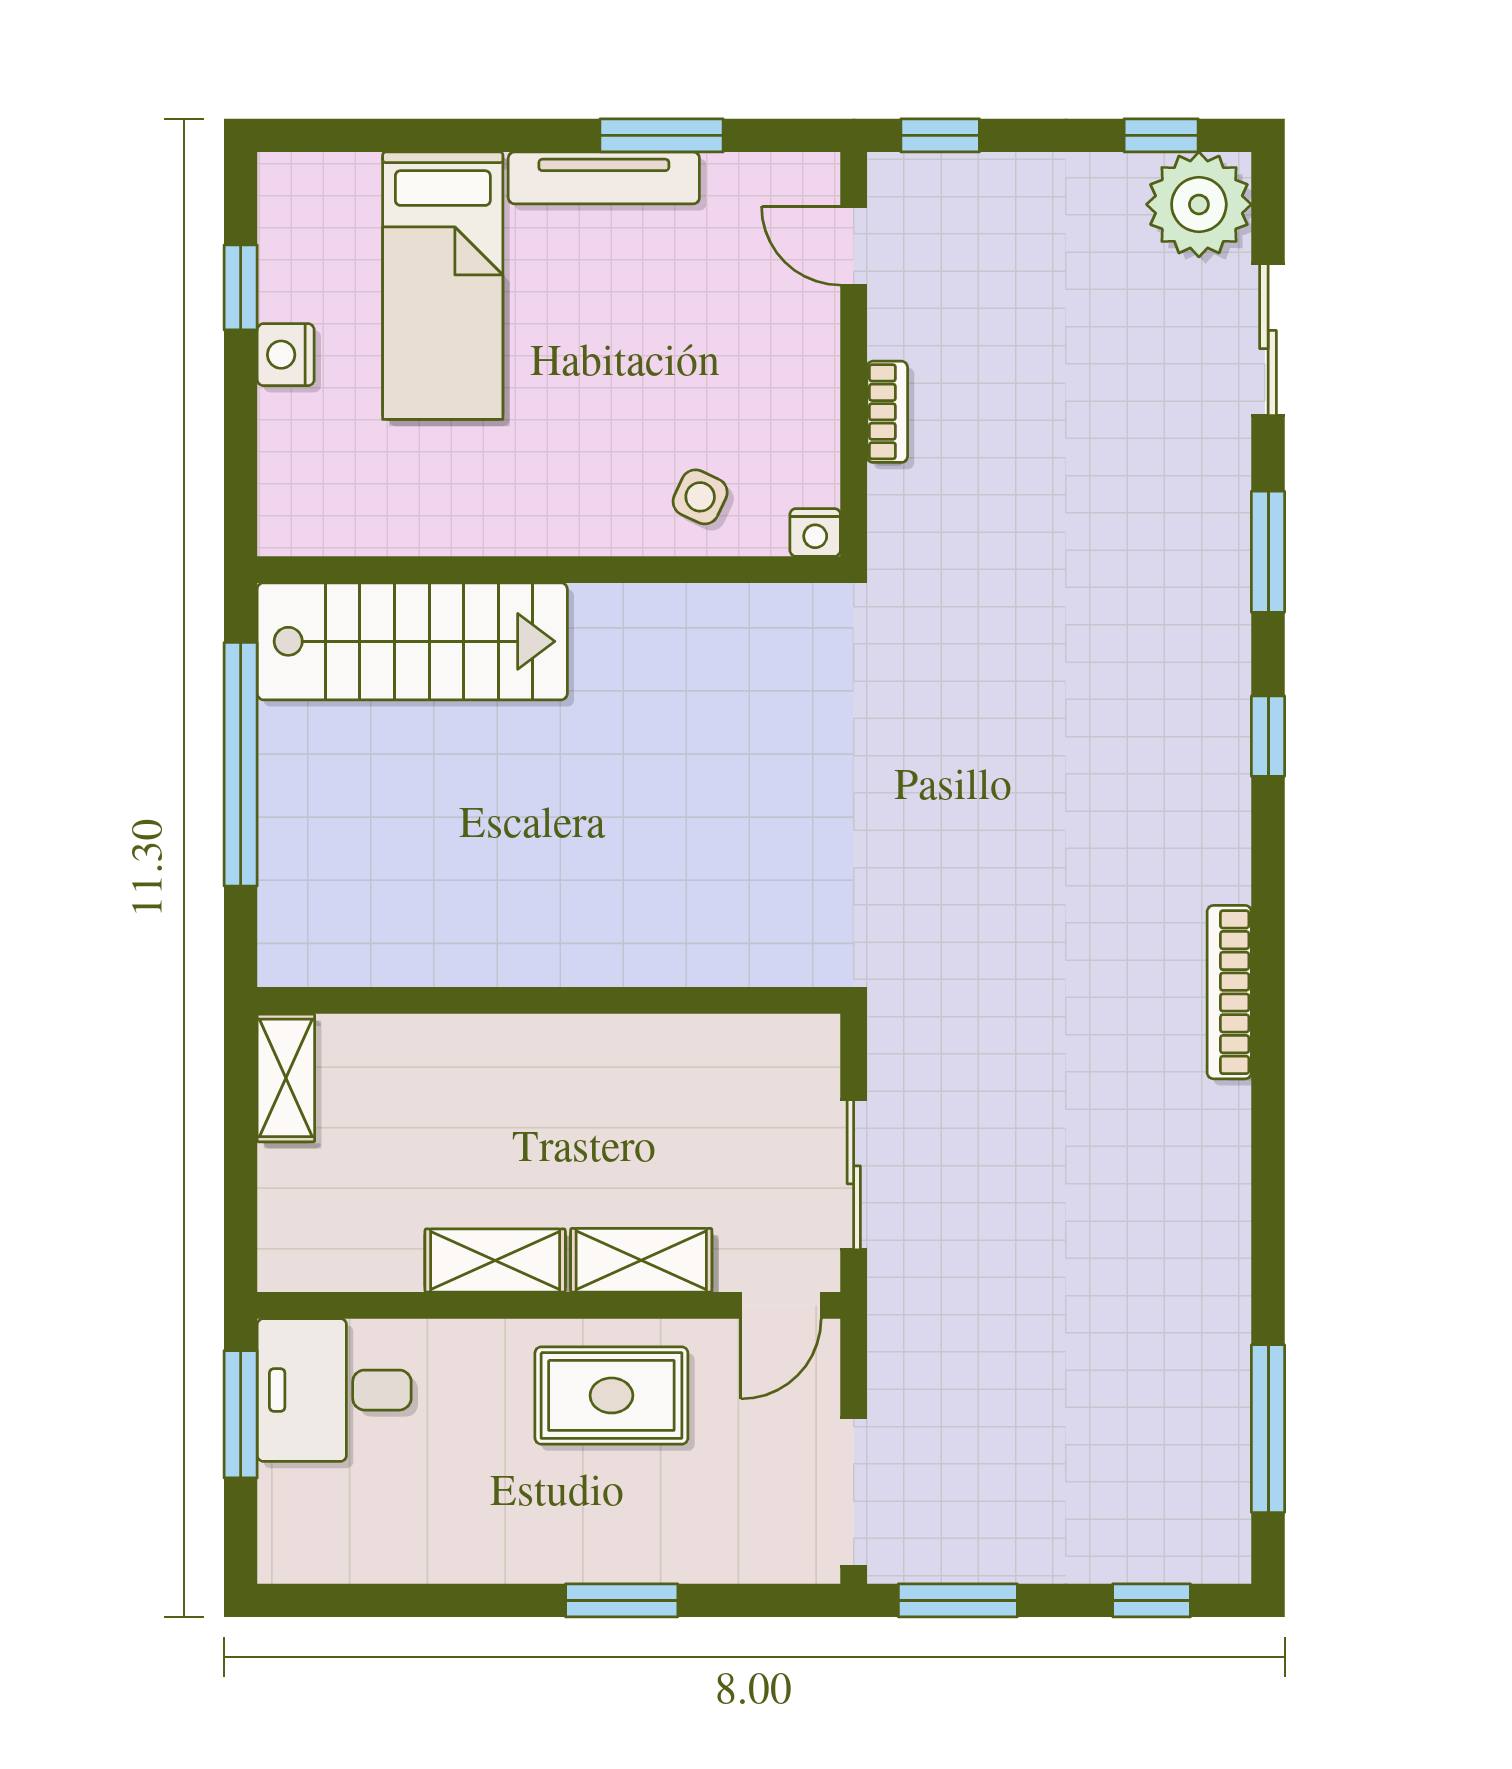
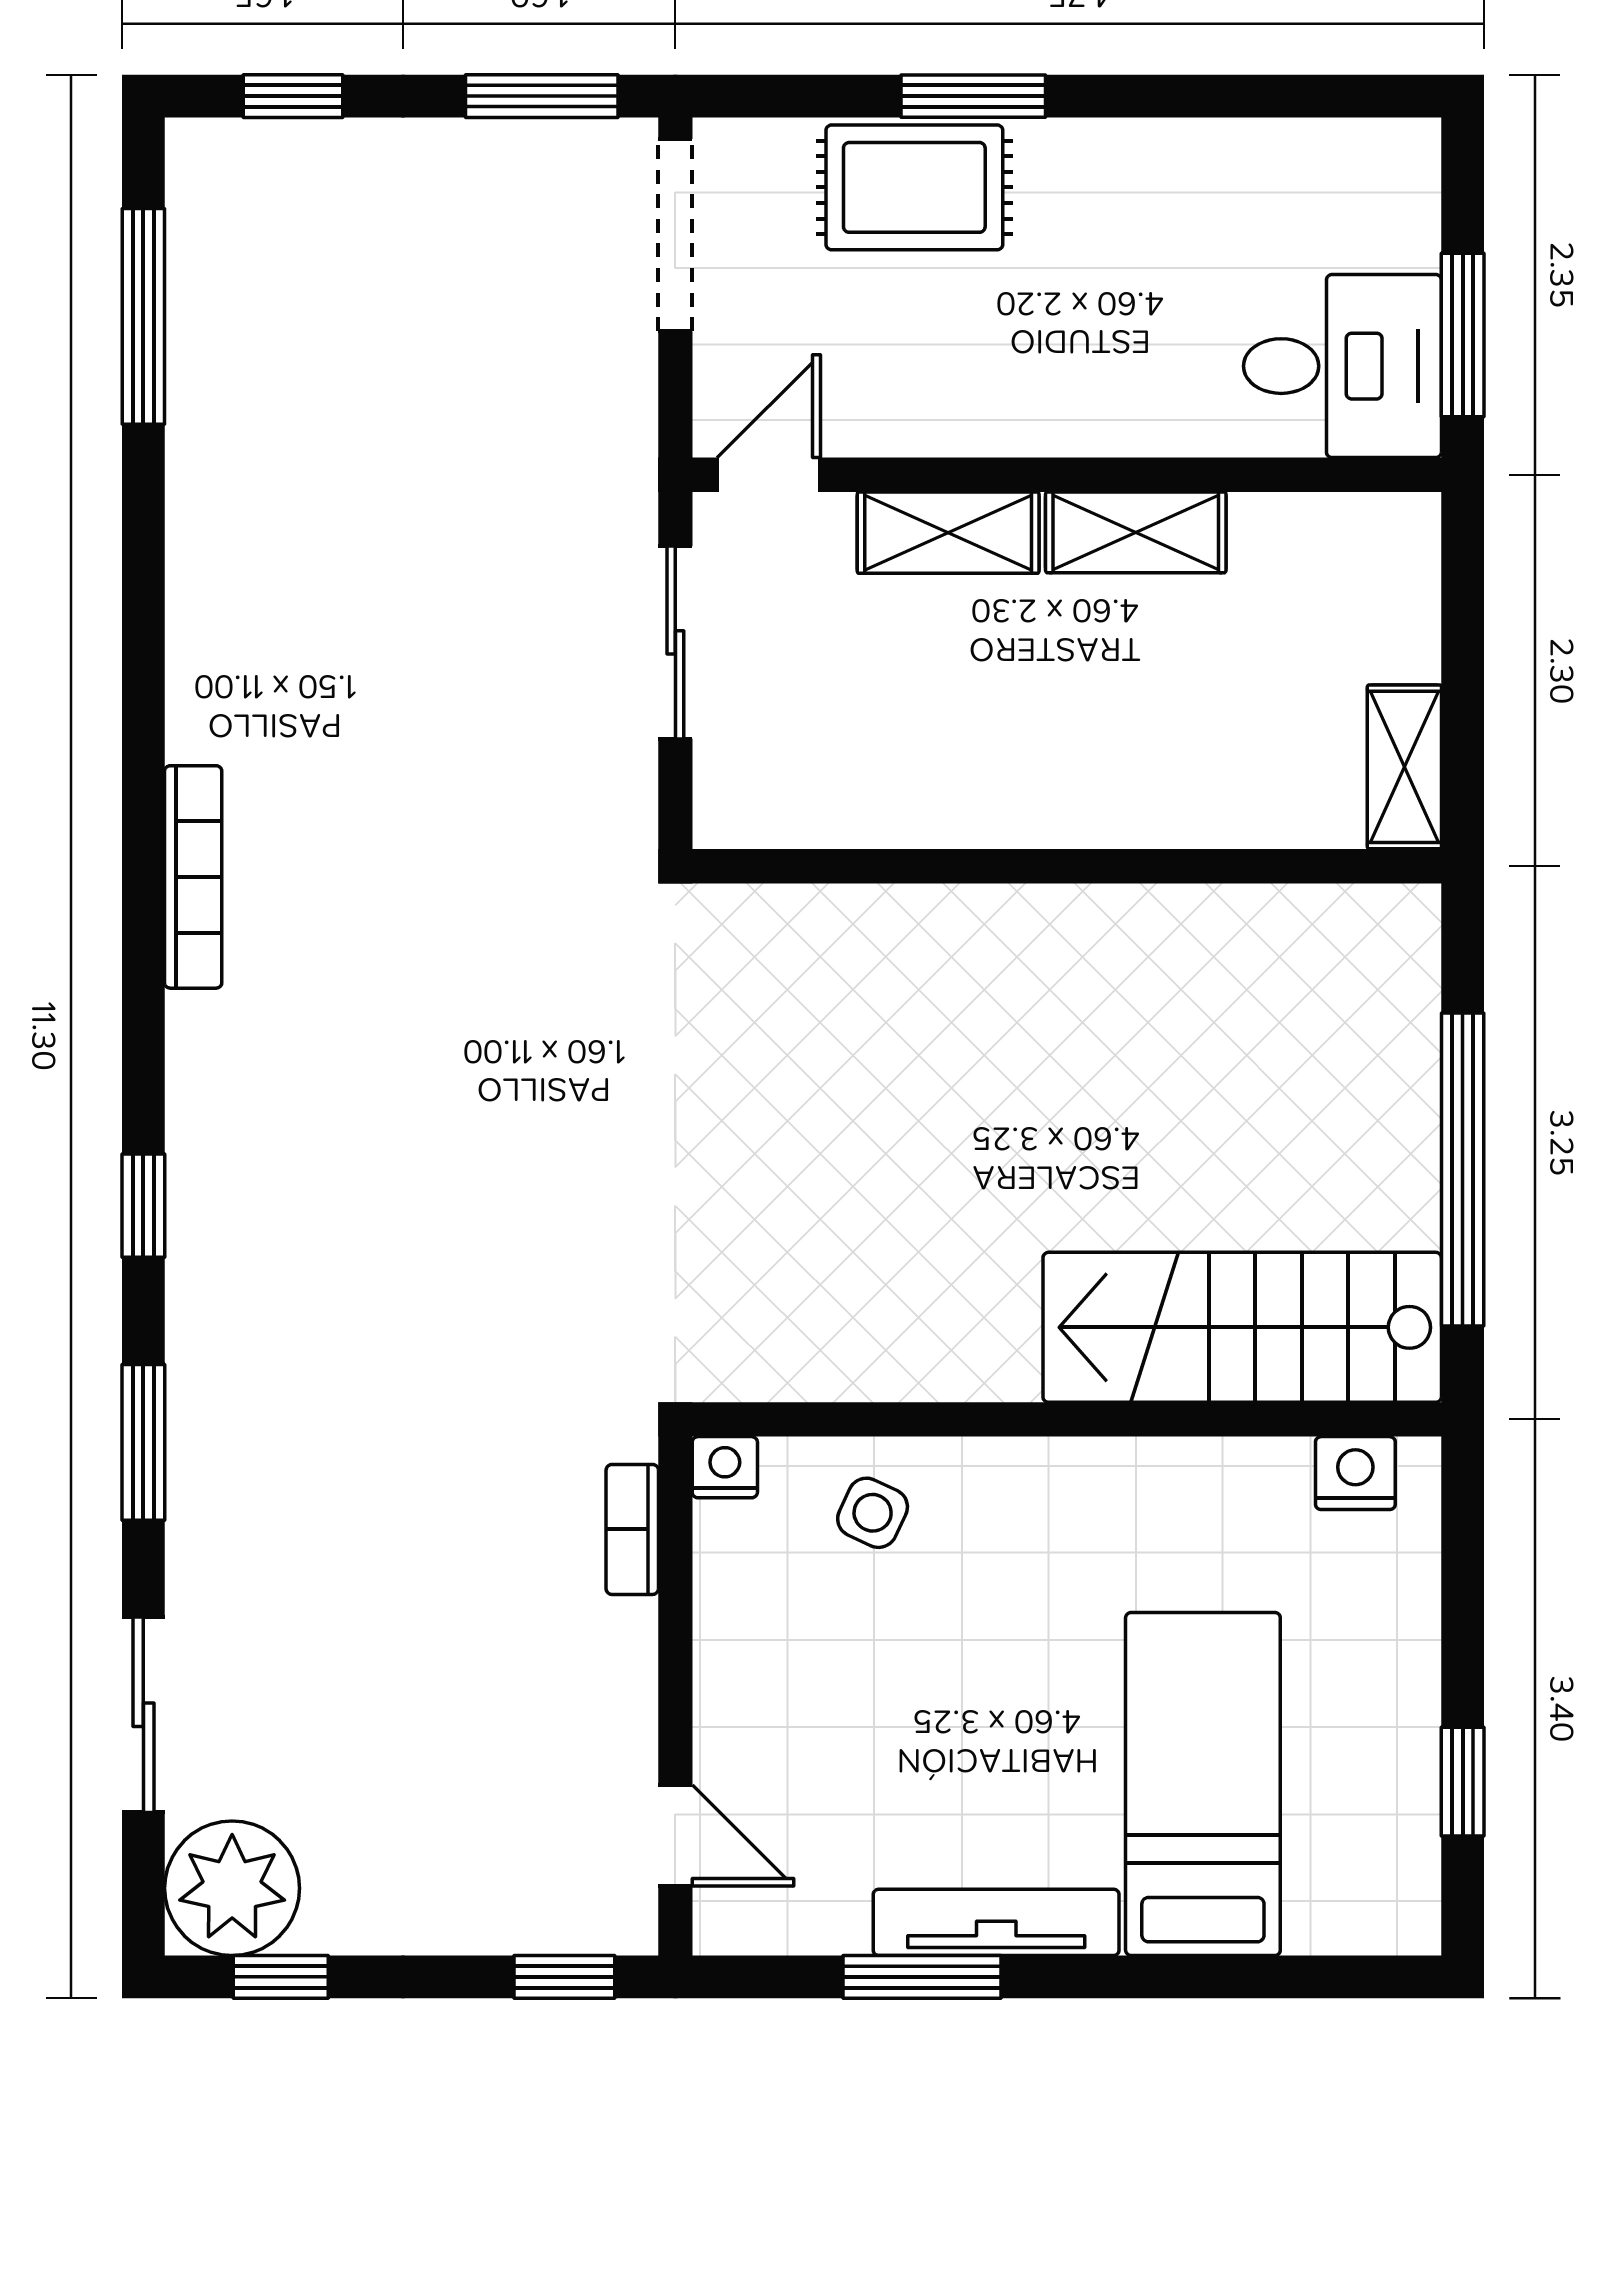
nightstand: (286, 355) -> (1355, 1473), moved, turned -90
bookcase: (887, 412) -> (632, 1529), moved
rug: (611, 1395) -> (914, 187), moved

